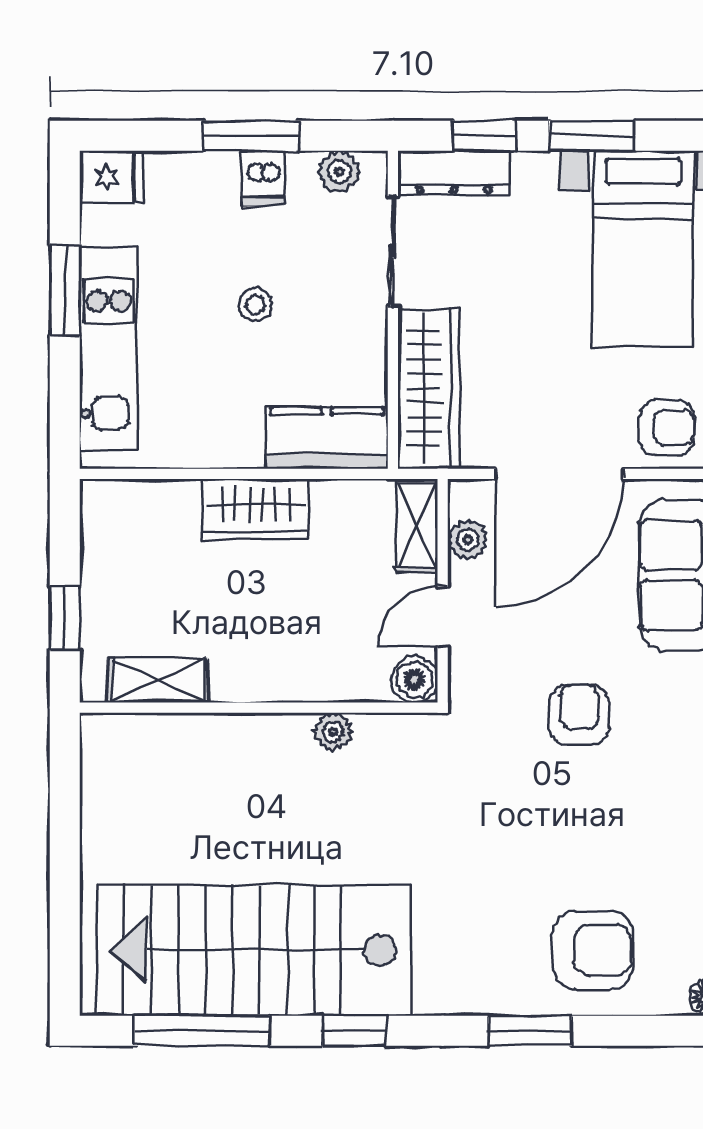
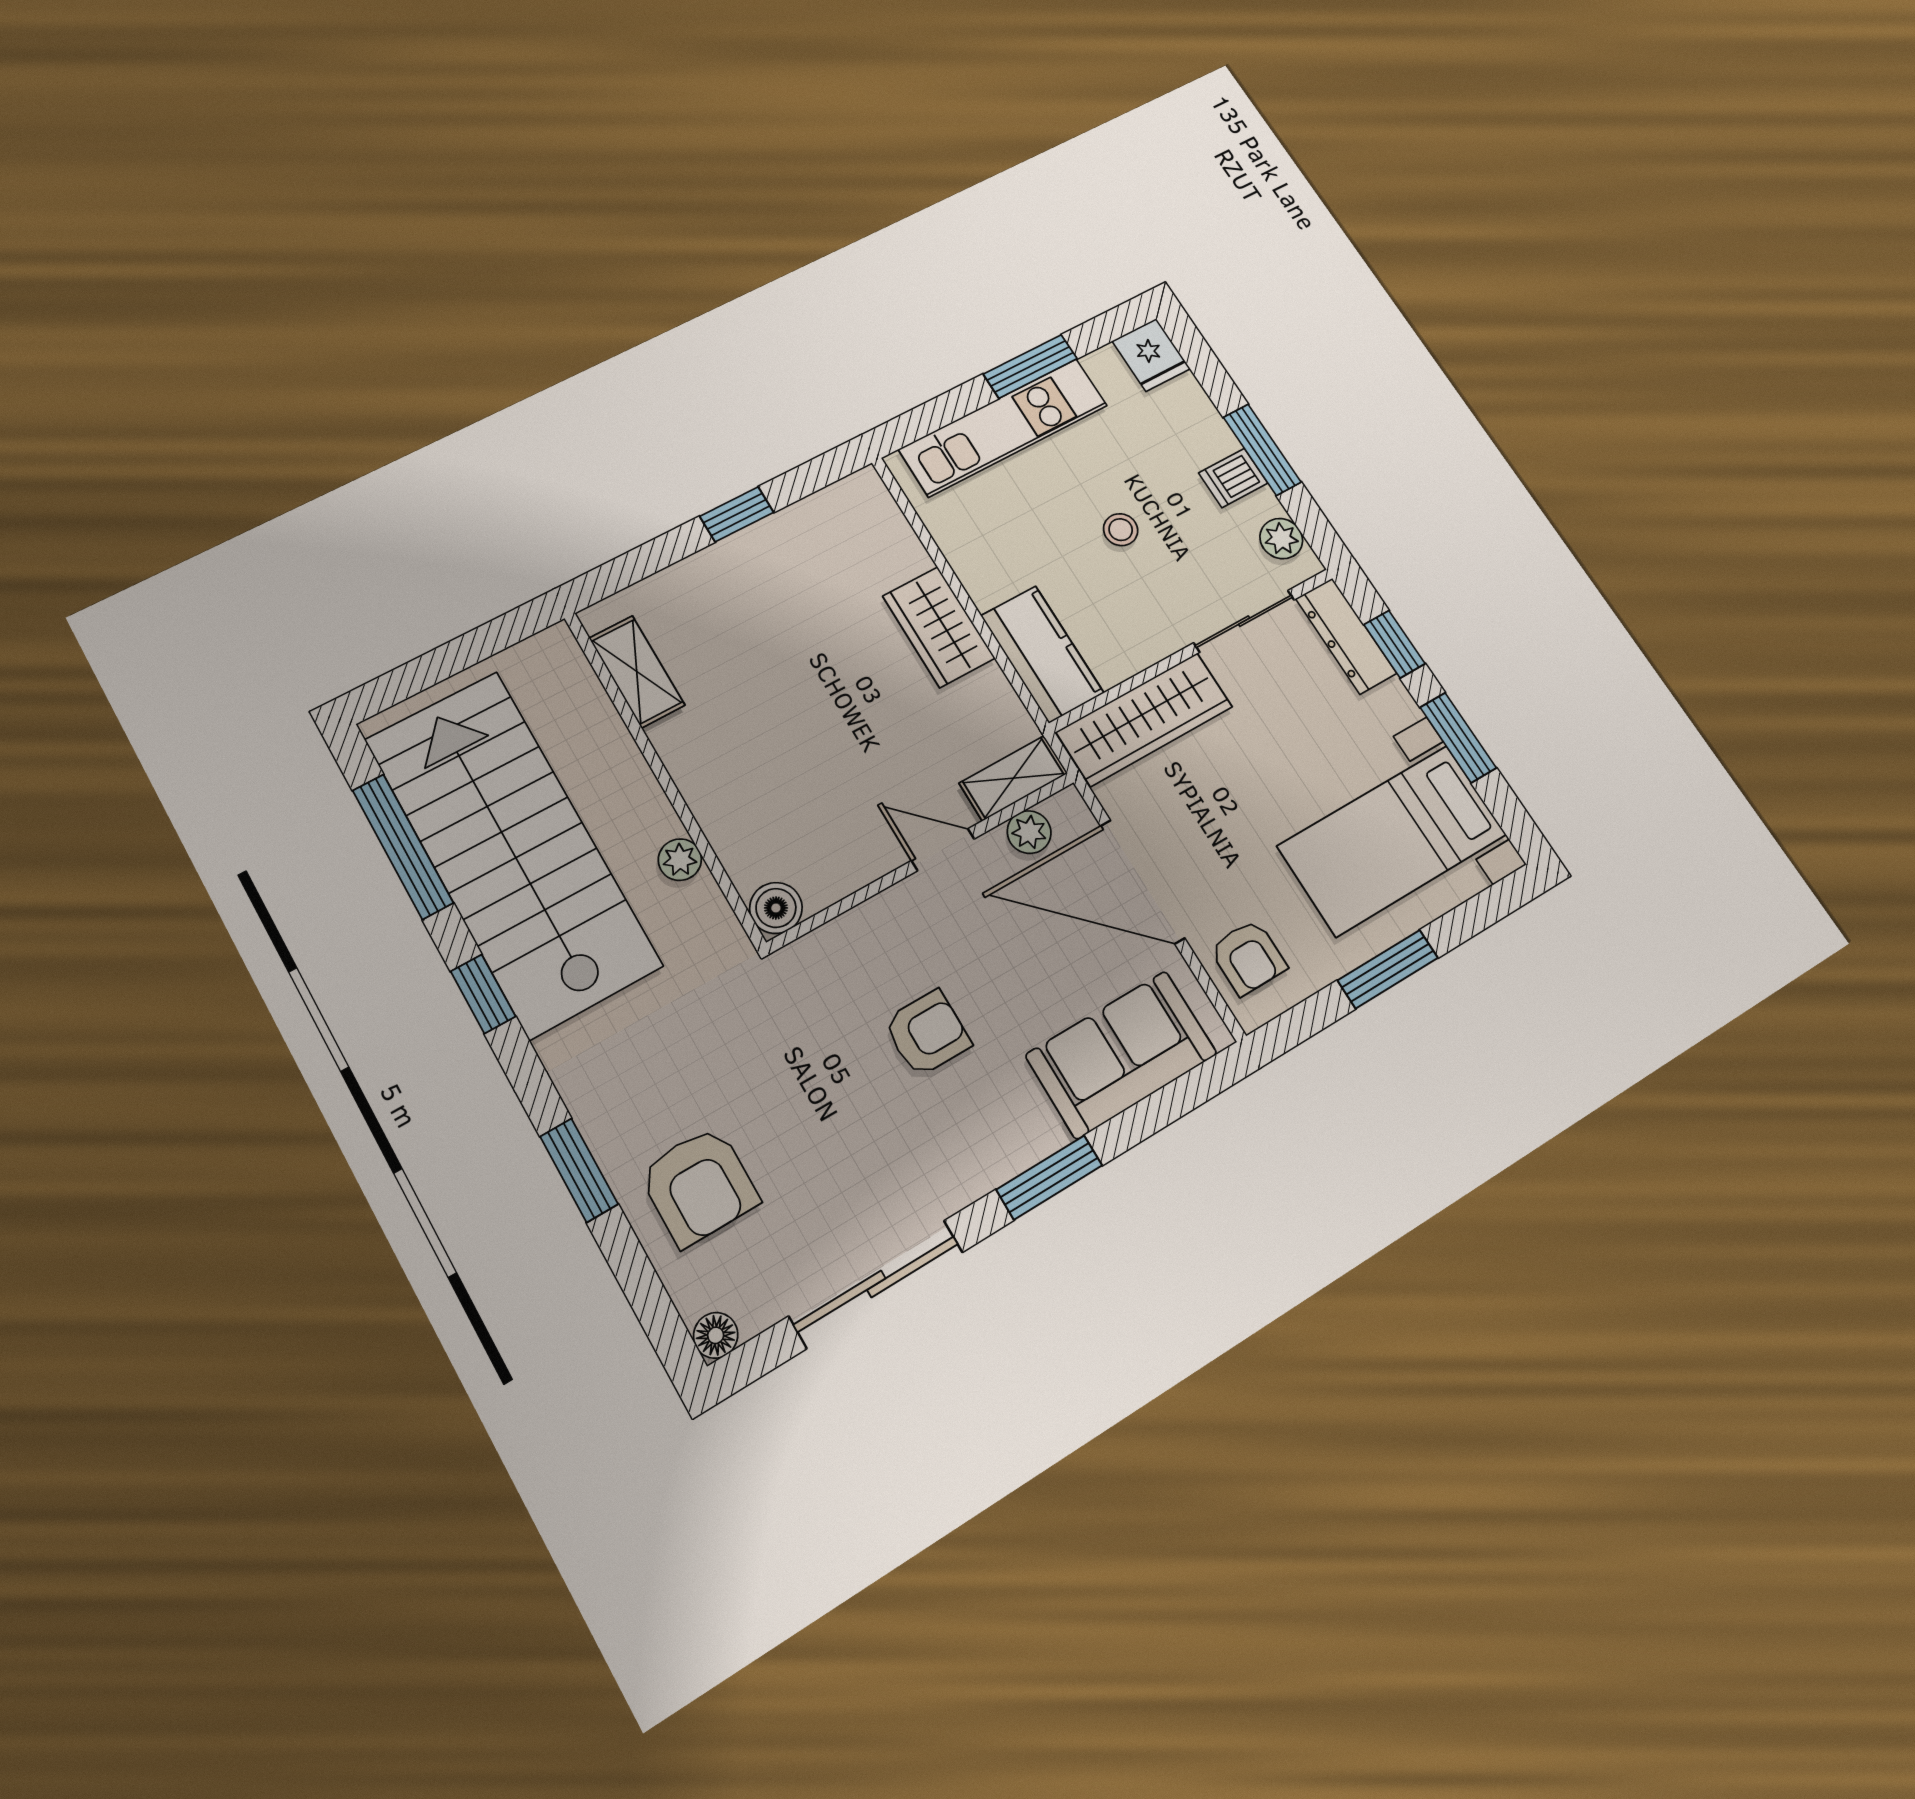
boiler: (414, 679) -> (776, 908), moved
shelving: (158, 680) -> (637, 672), moved
wall: (259, 708) -> (663, 777), moved
plant: (333, 732) -> (680, 860), moved

